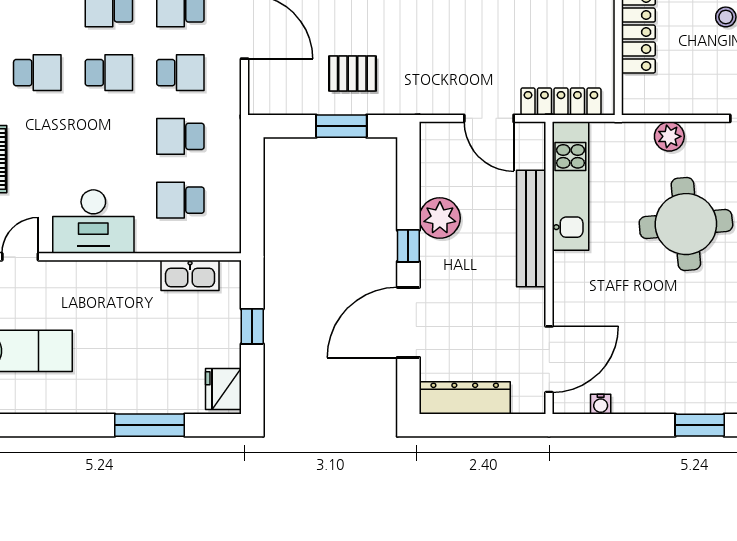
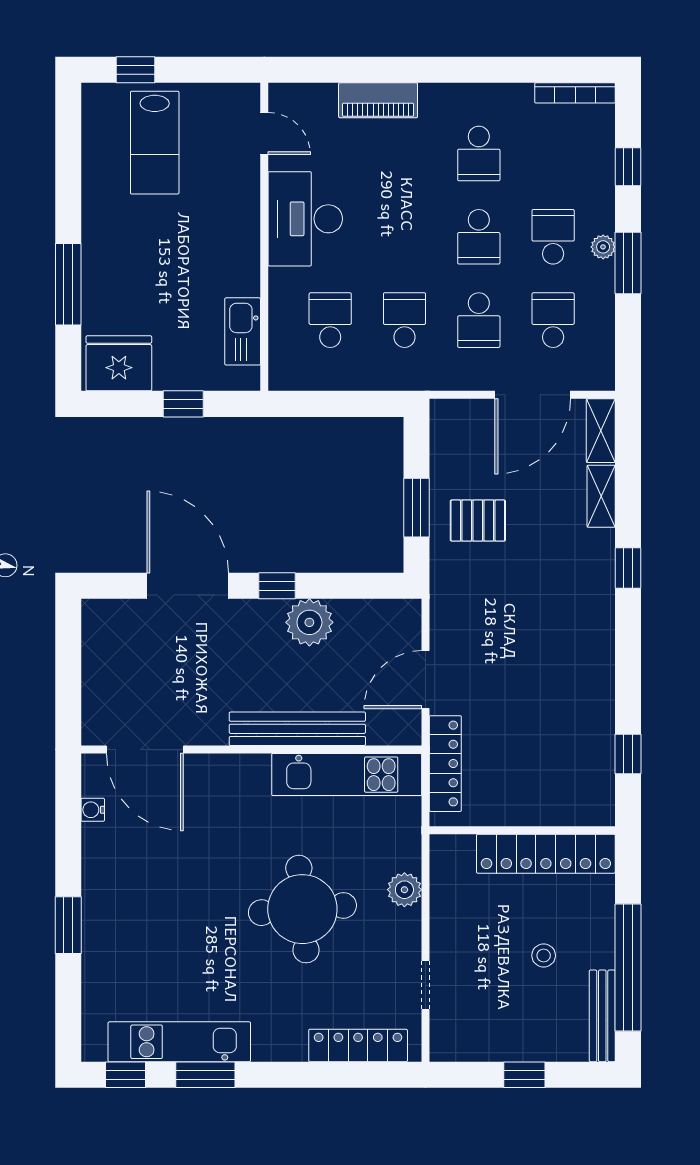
pallet: (352, 73) -> (478, 521), turned 90
fridge: (223, 389) -> (119, 363), width x1.36, depth x1.34
dresser: (465, 398) -> (100, 651), removed

